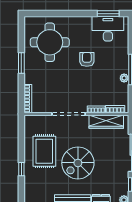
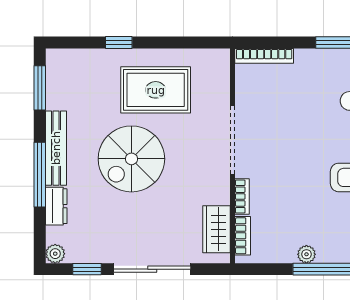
wardrobe: (106, 122) -> (216, 229), width x0.67
spiral stairs: (78, 163) -> (131, 159), turned -90

